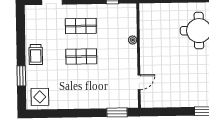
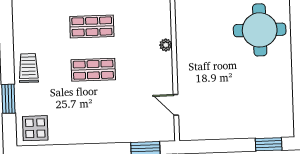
trolley: (36, 55) -> (28, 68), turned 180
door: (139, 82) -> (176, 105), swing flipped

